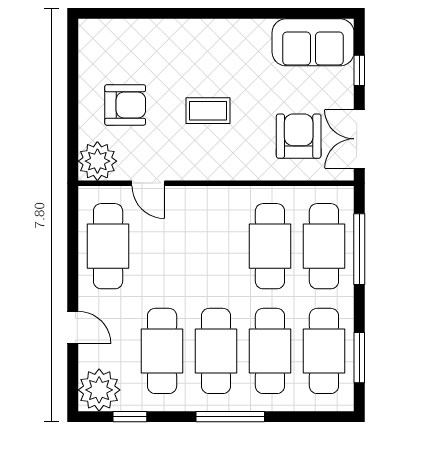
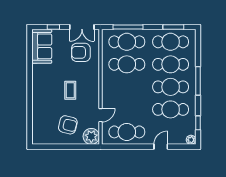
armchair: (125, 105) -> (68, 125), turned 104
plant: (99, 390) -> (191, 140), width x0.53, depth x0.53

